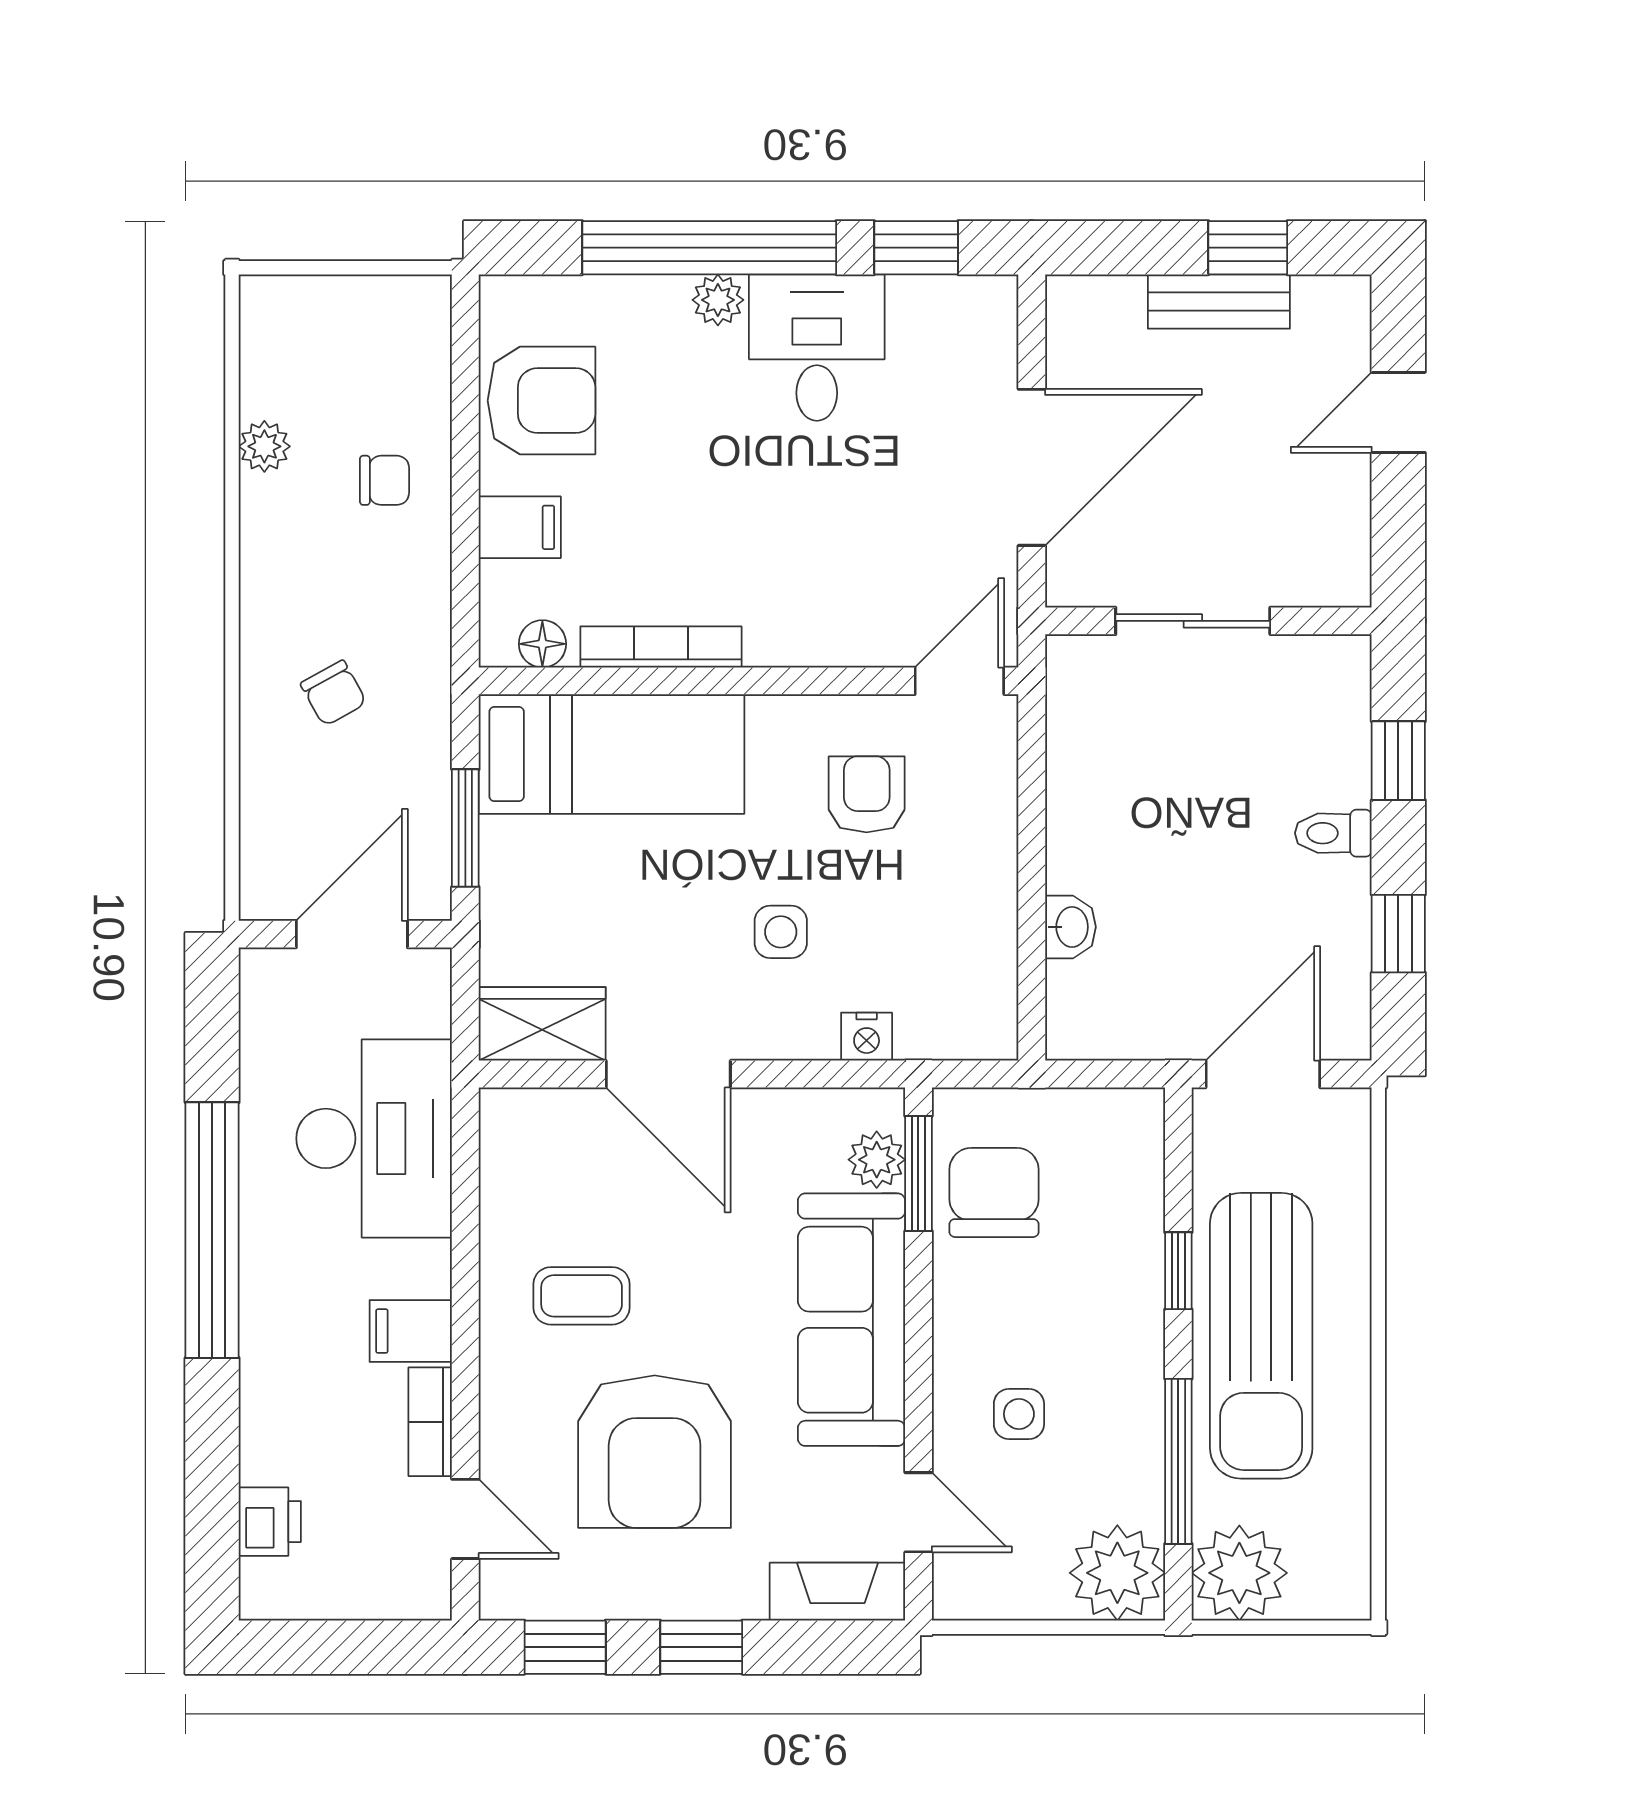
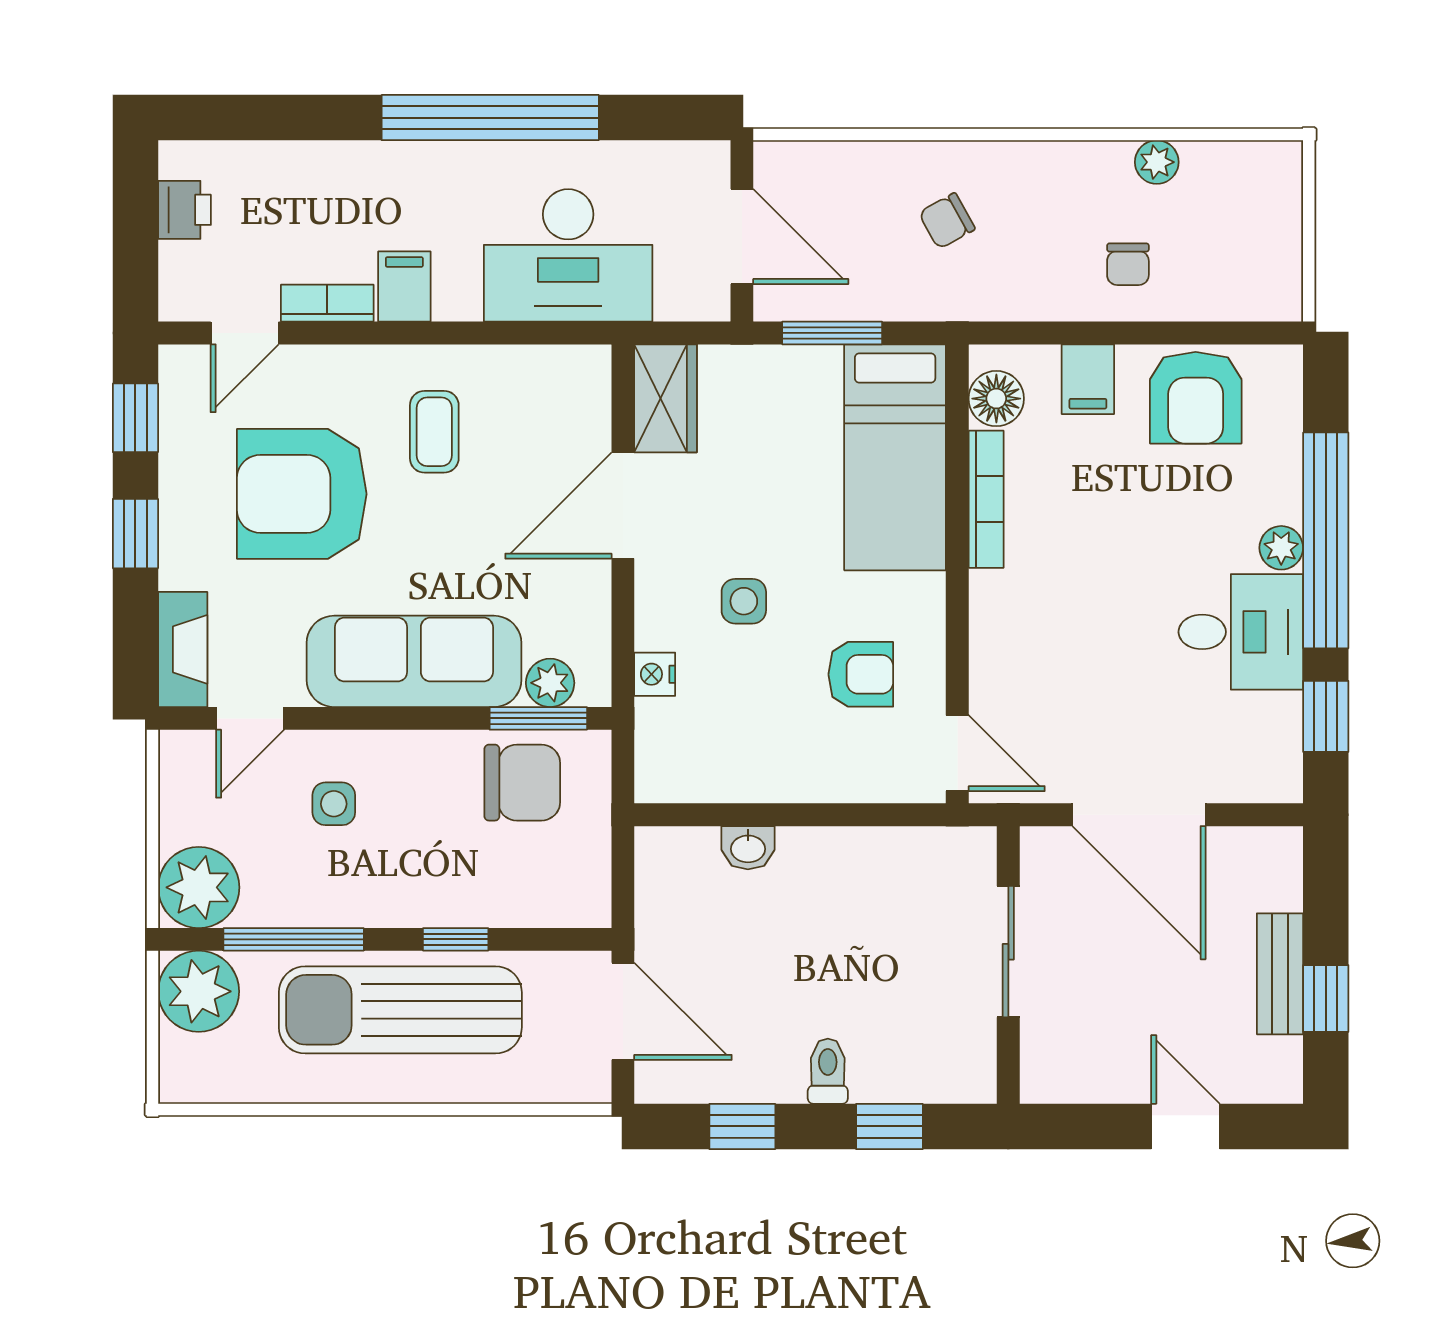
floor lamp: (542, 644) -> (996, 399), width x1.37, depth x1.37
printer: (270, 1522) -> (185, 210), moved, turned -90

